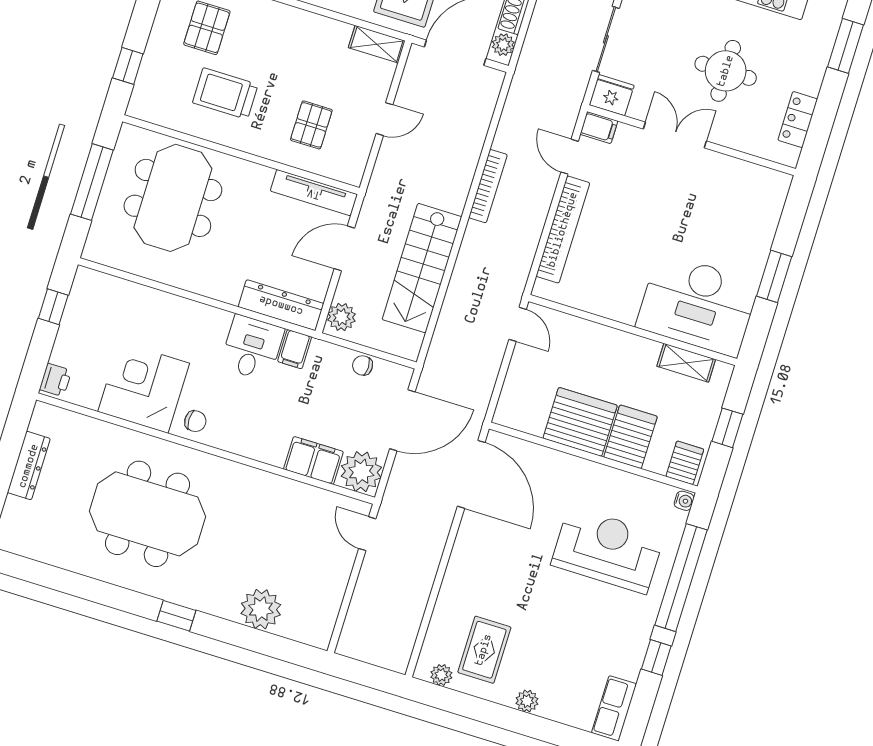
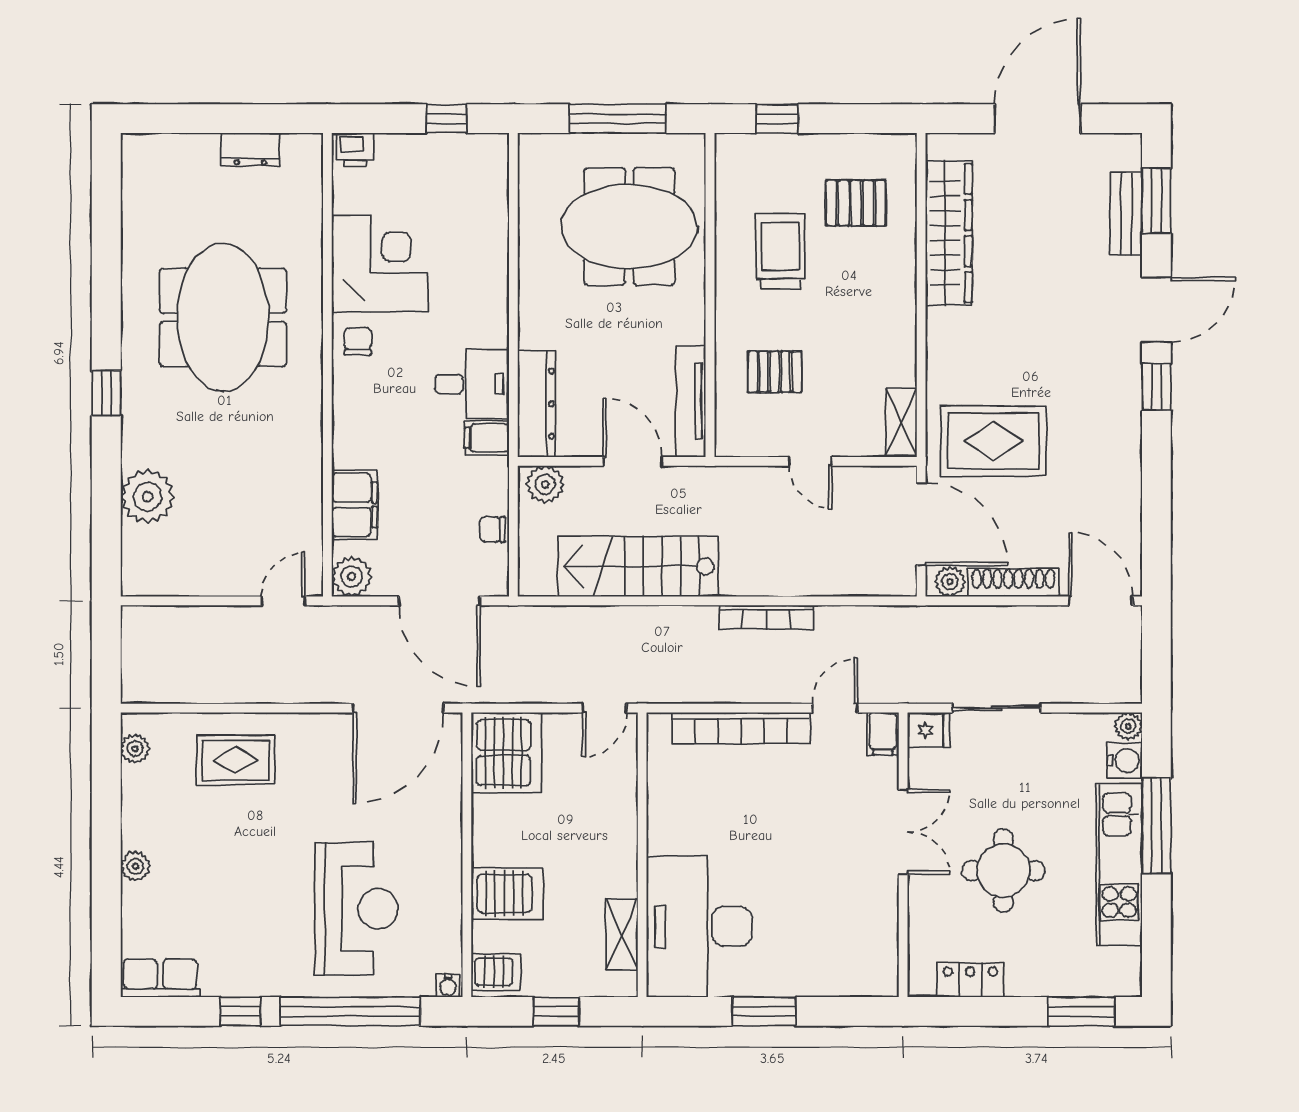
fridge: (612, 95) -> (929, 730), width x0.72
chair: (363, 365) -> (493, 529), turned -90
chair: (195, 421) -> (358, 341), turned 180
server rack: (580, 422) -> (506, 753), moved
dresser: (29, 466) -> (250, 150), width x0.70
plant: (361, 472) -> (352, 577), width x0.73, depth x0.73
rug: (484, 650) -> (236, 760), moved

